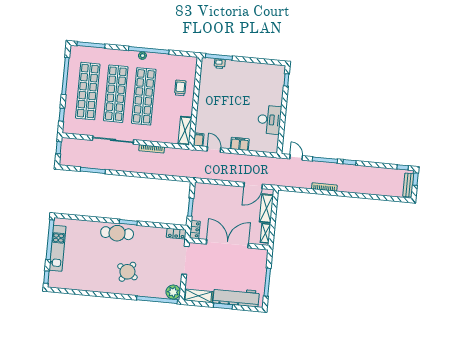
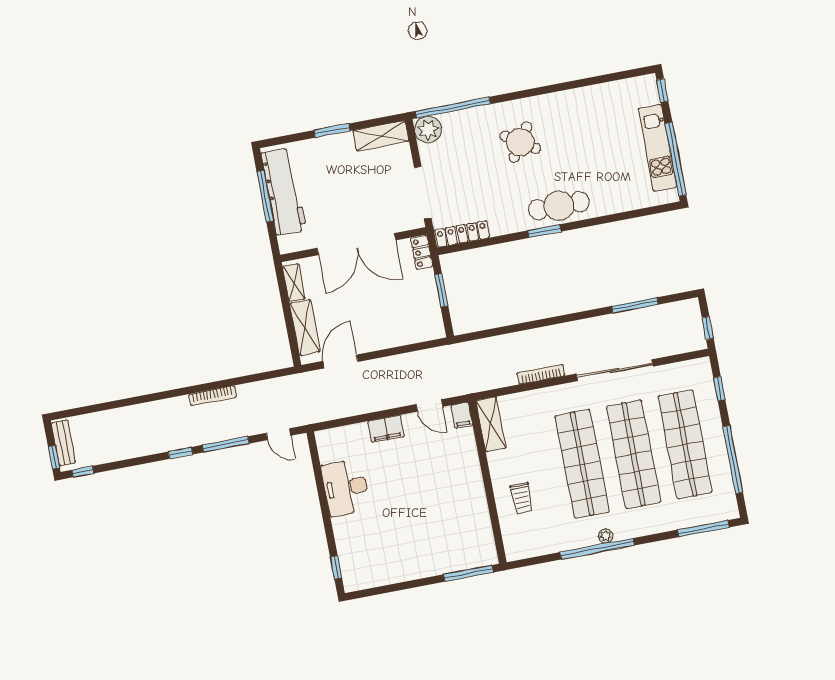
printer: (220, 64) -> (463, 562), removed
locker: (176, 234) -> (462, 234), width x1.53
workbench: (236, 297) -> (284, 191), moved, turned -90

